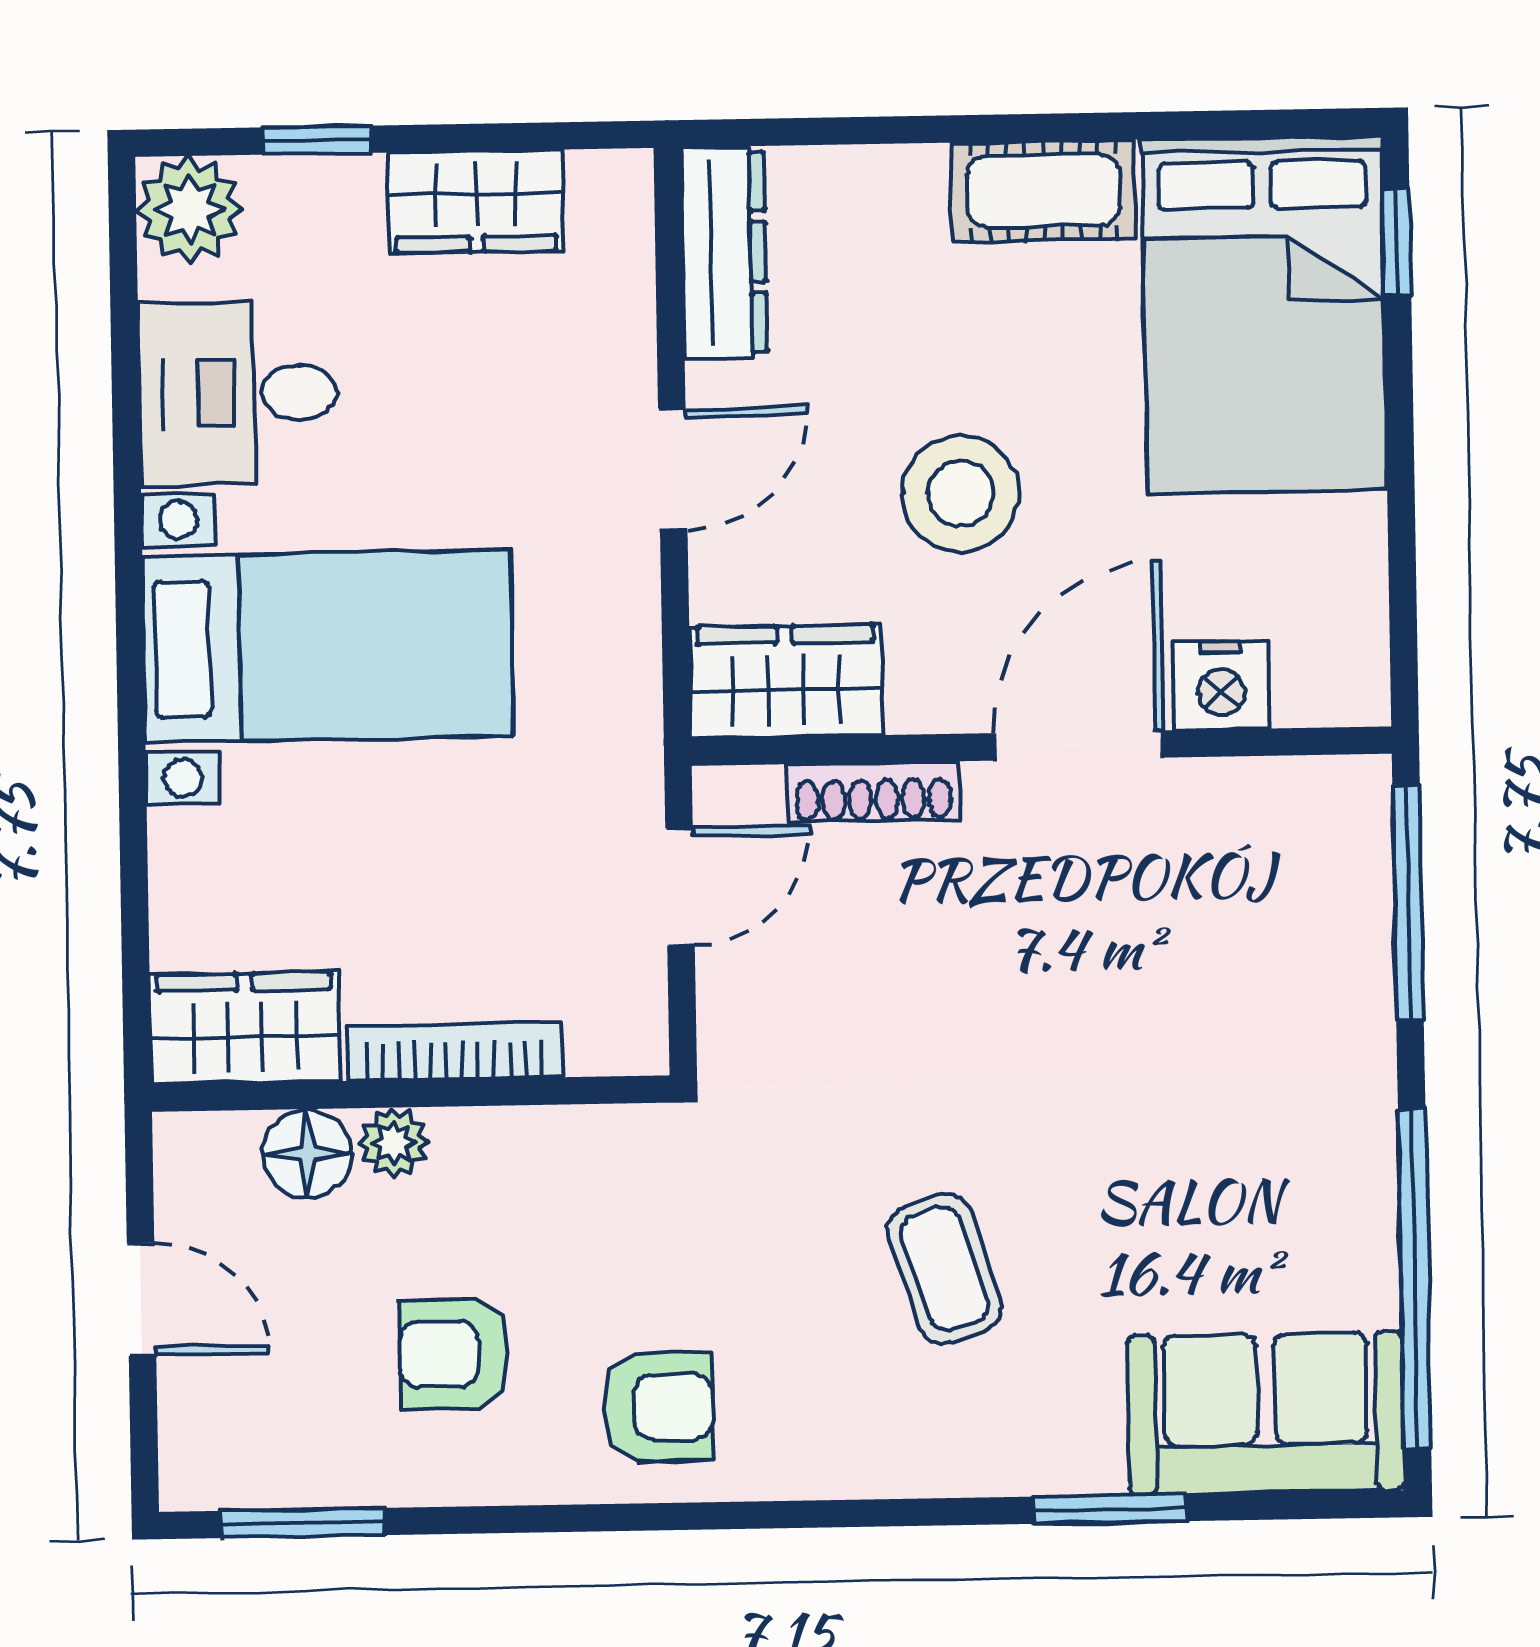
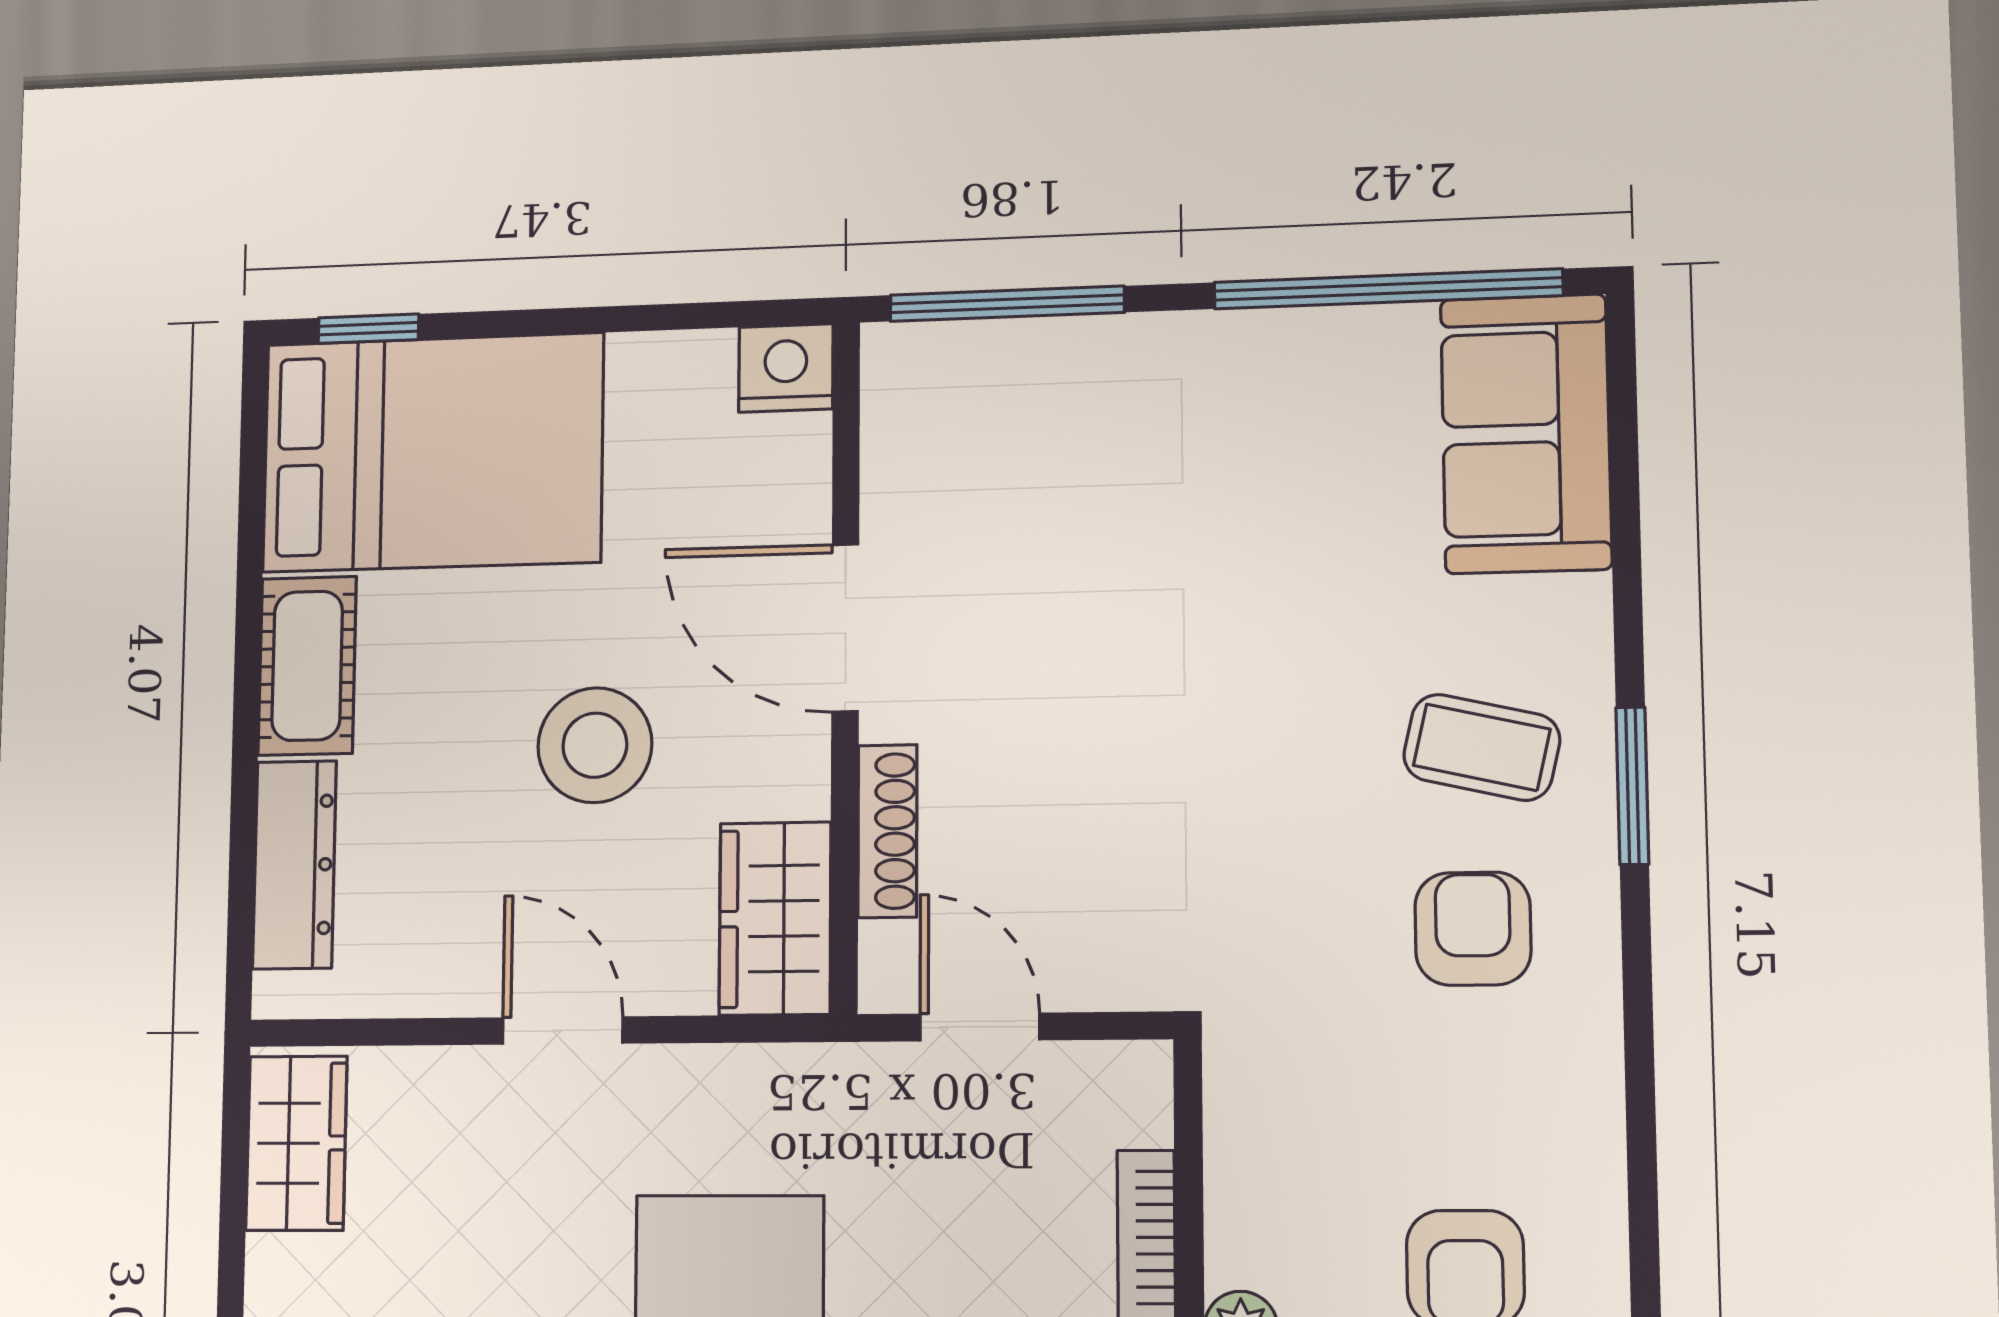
wardrobe: (476, 202) -> (296, 1143), moved
dresser: (724, 253) -> (294, 865), moved, turned 90
nightstand: (1221, 685) -> (786, 368), moved, turned -90
coffee table: (945, 1269) -> (1482, 747), moved, turned 31
armchair: (658, 1407) -> (1473, 929), moved
window: (1109, 1509) -> (1632, 786), moved

